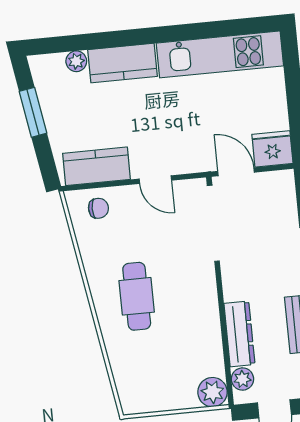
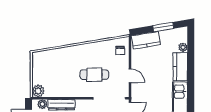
kitchen counter: (97, 166) -> (146, 40), moved, turned 81
door: (155, 180) -> (130, 76), swing flipped
cafe table: (137, 296) -> (94, 75), moved

